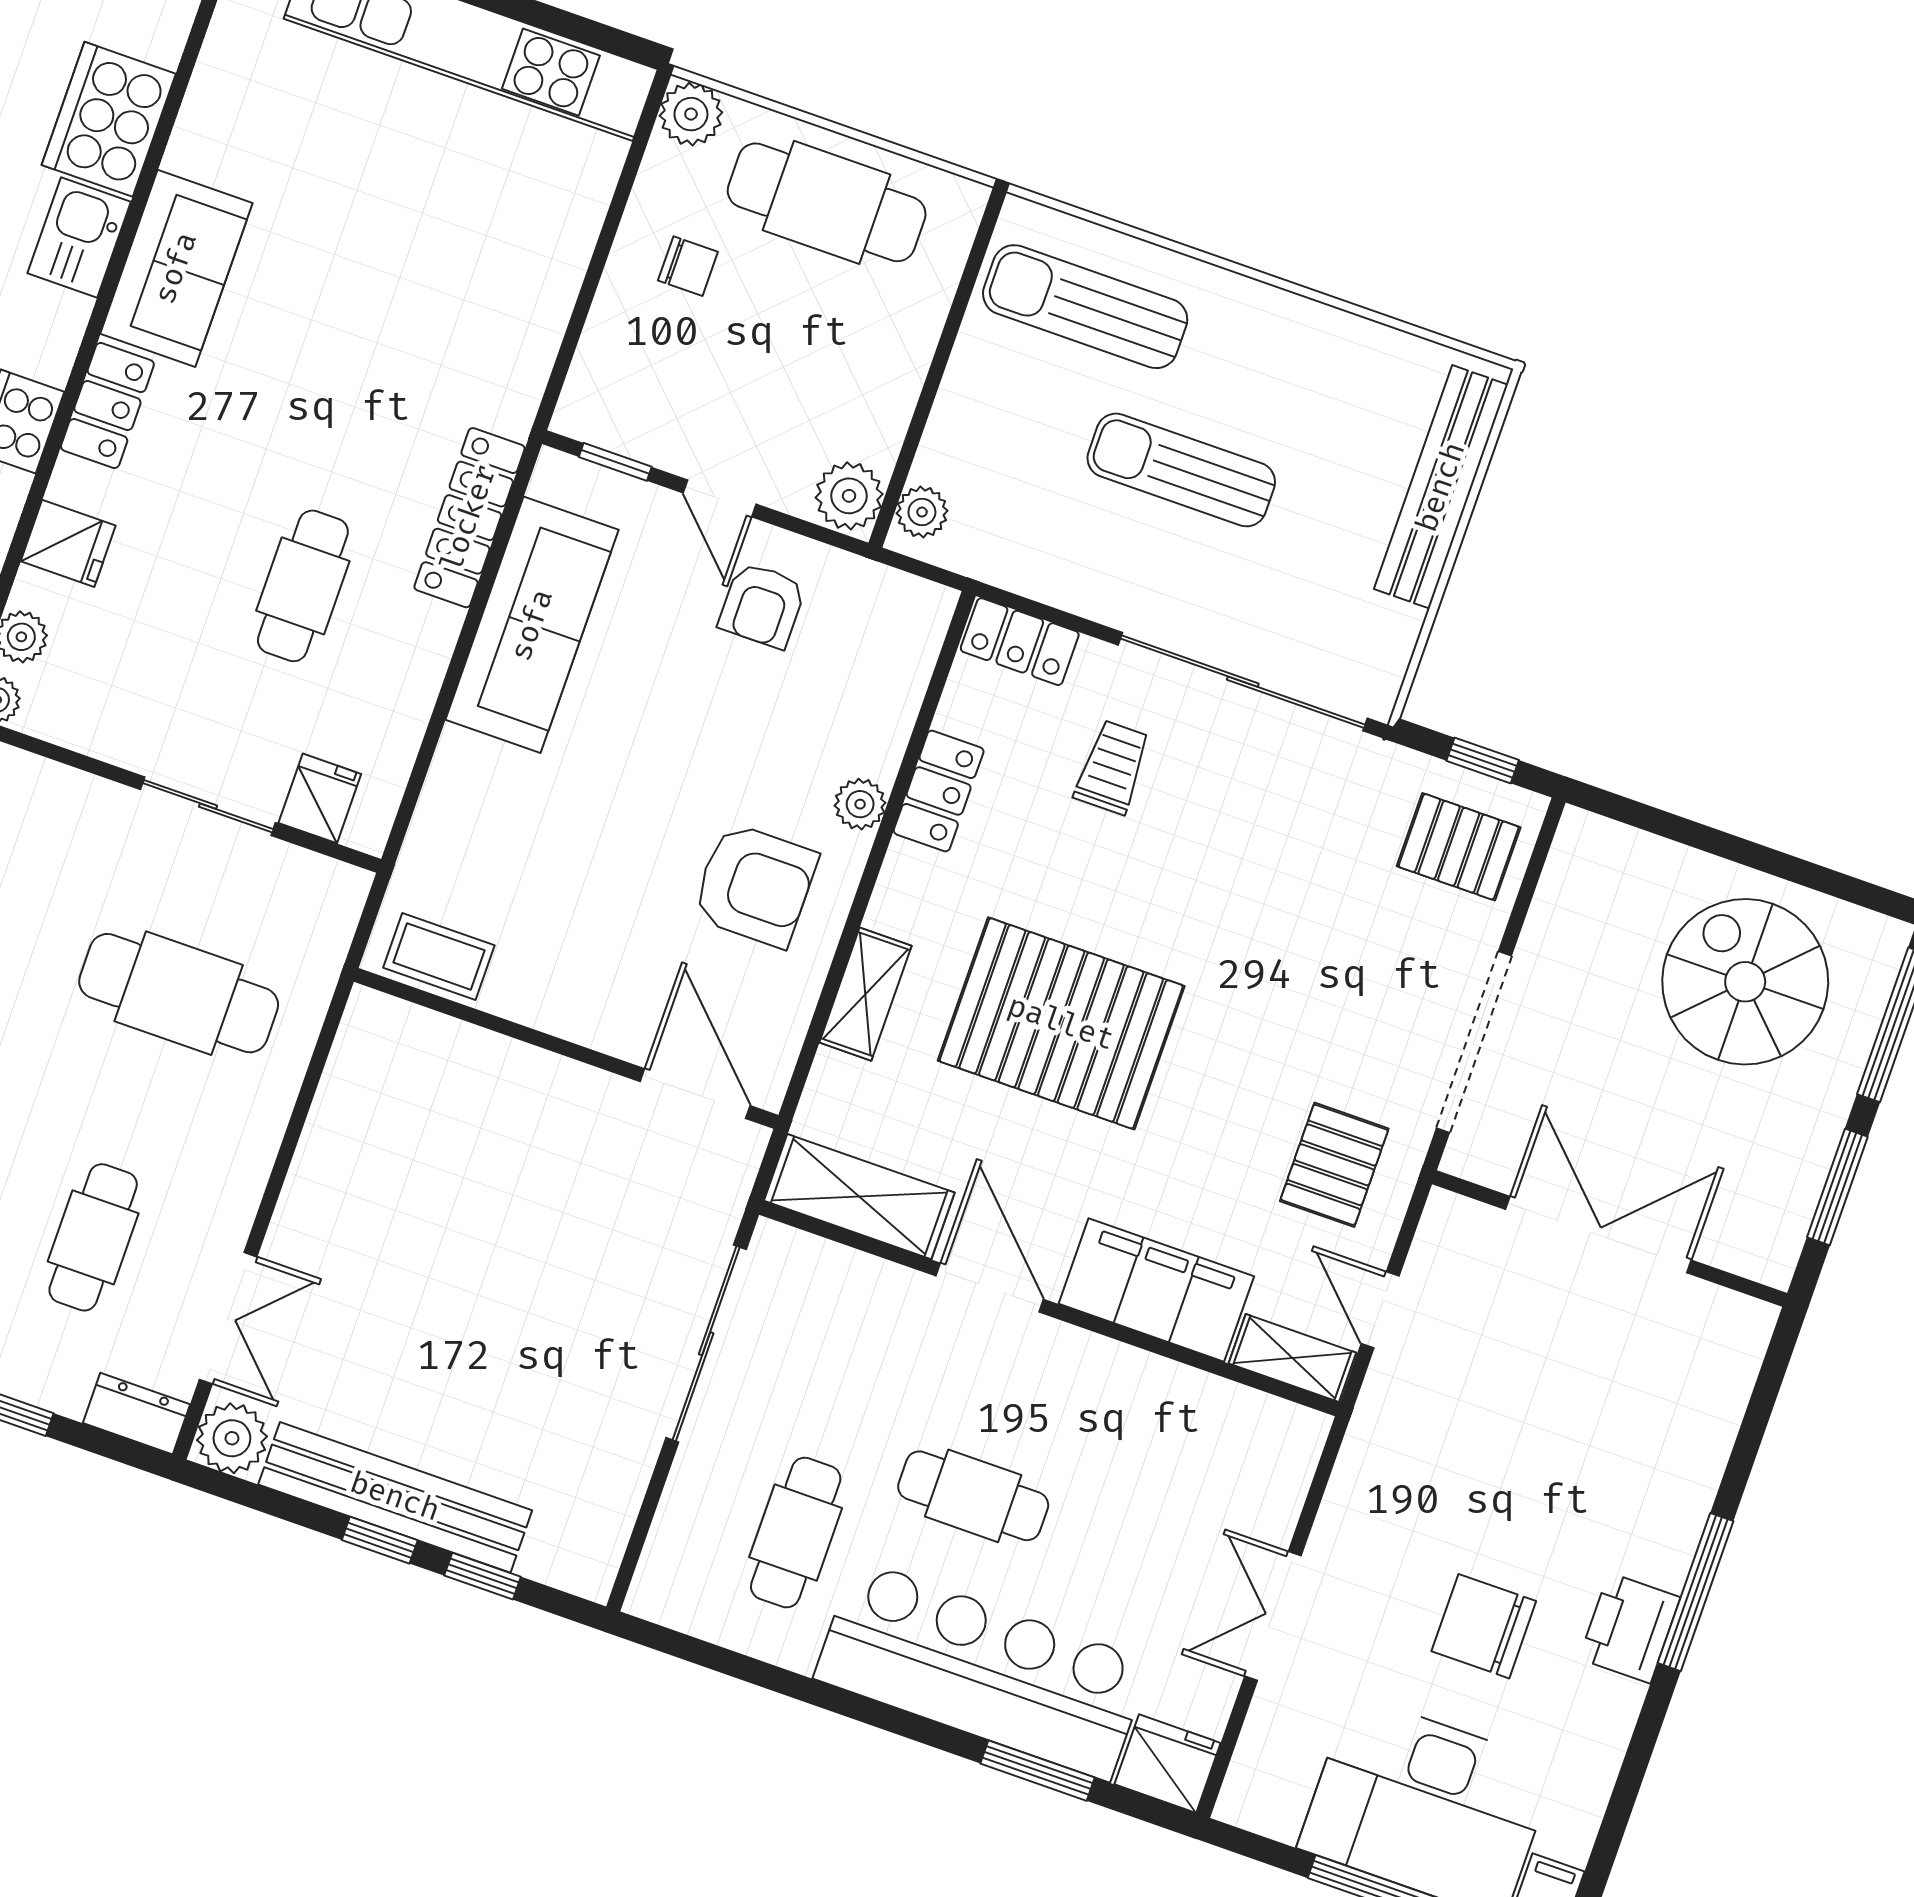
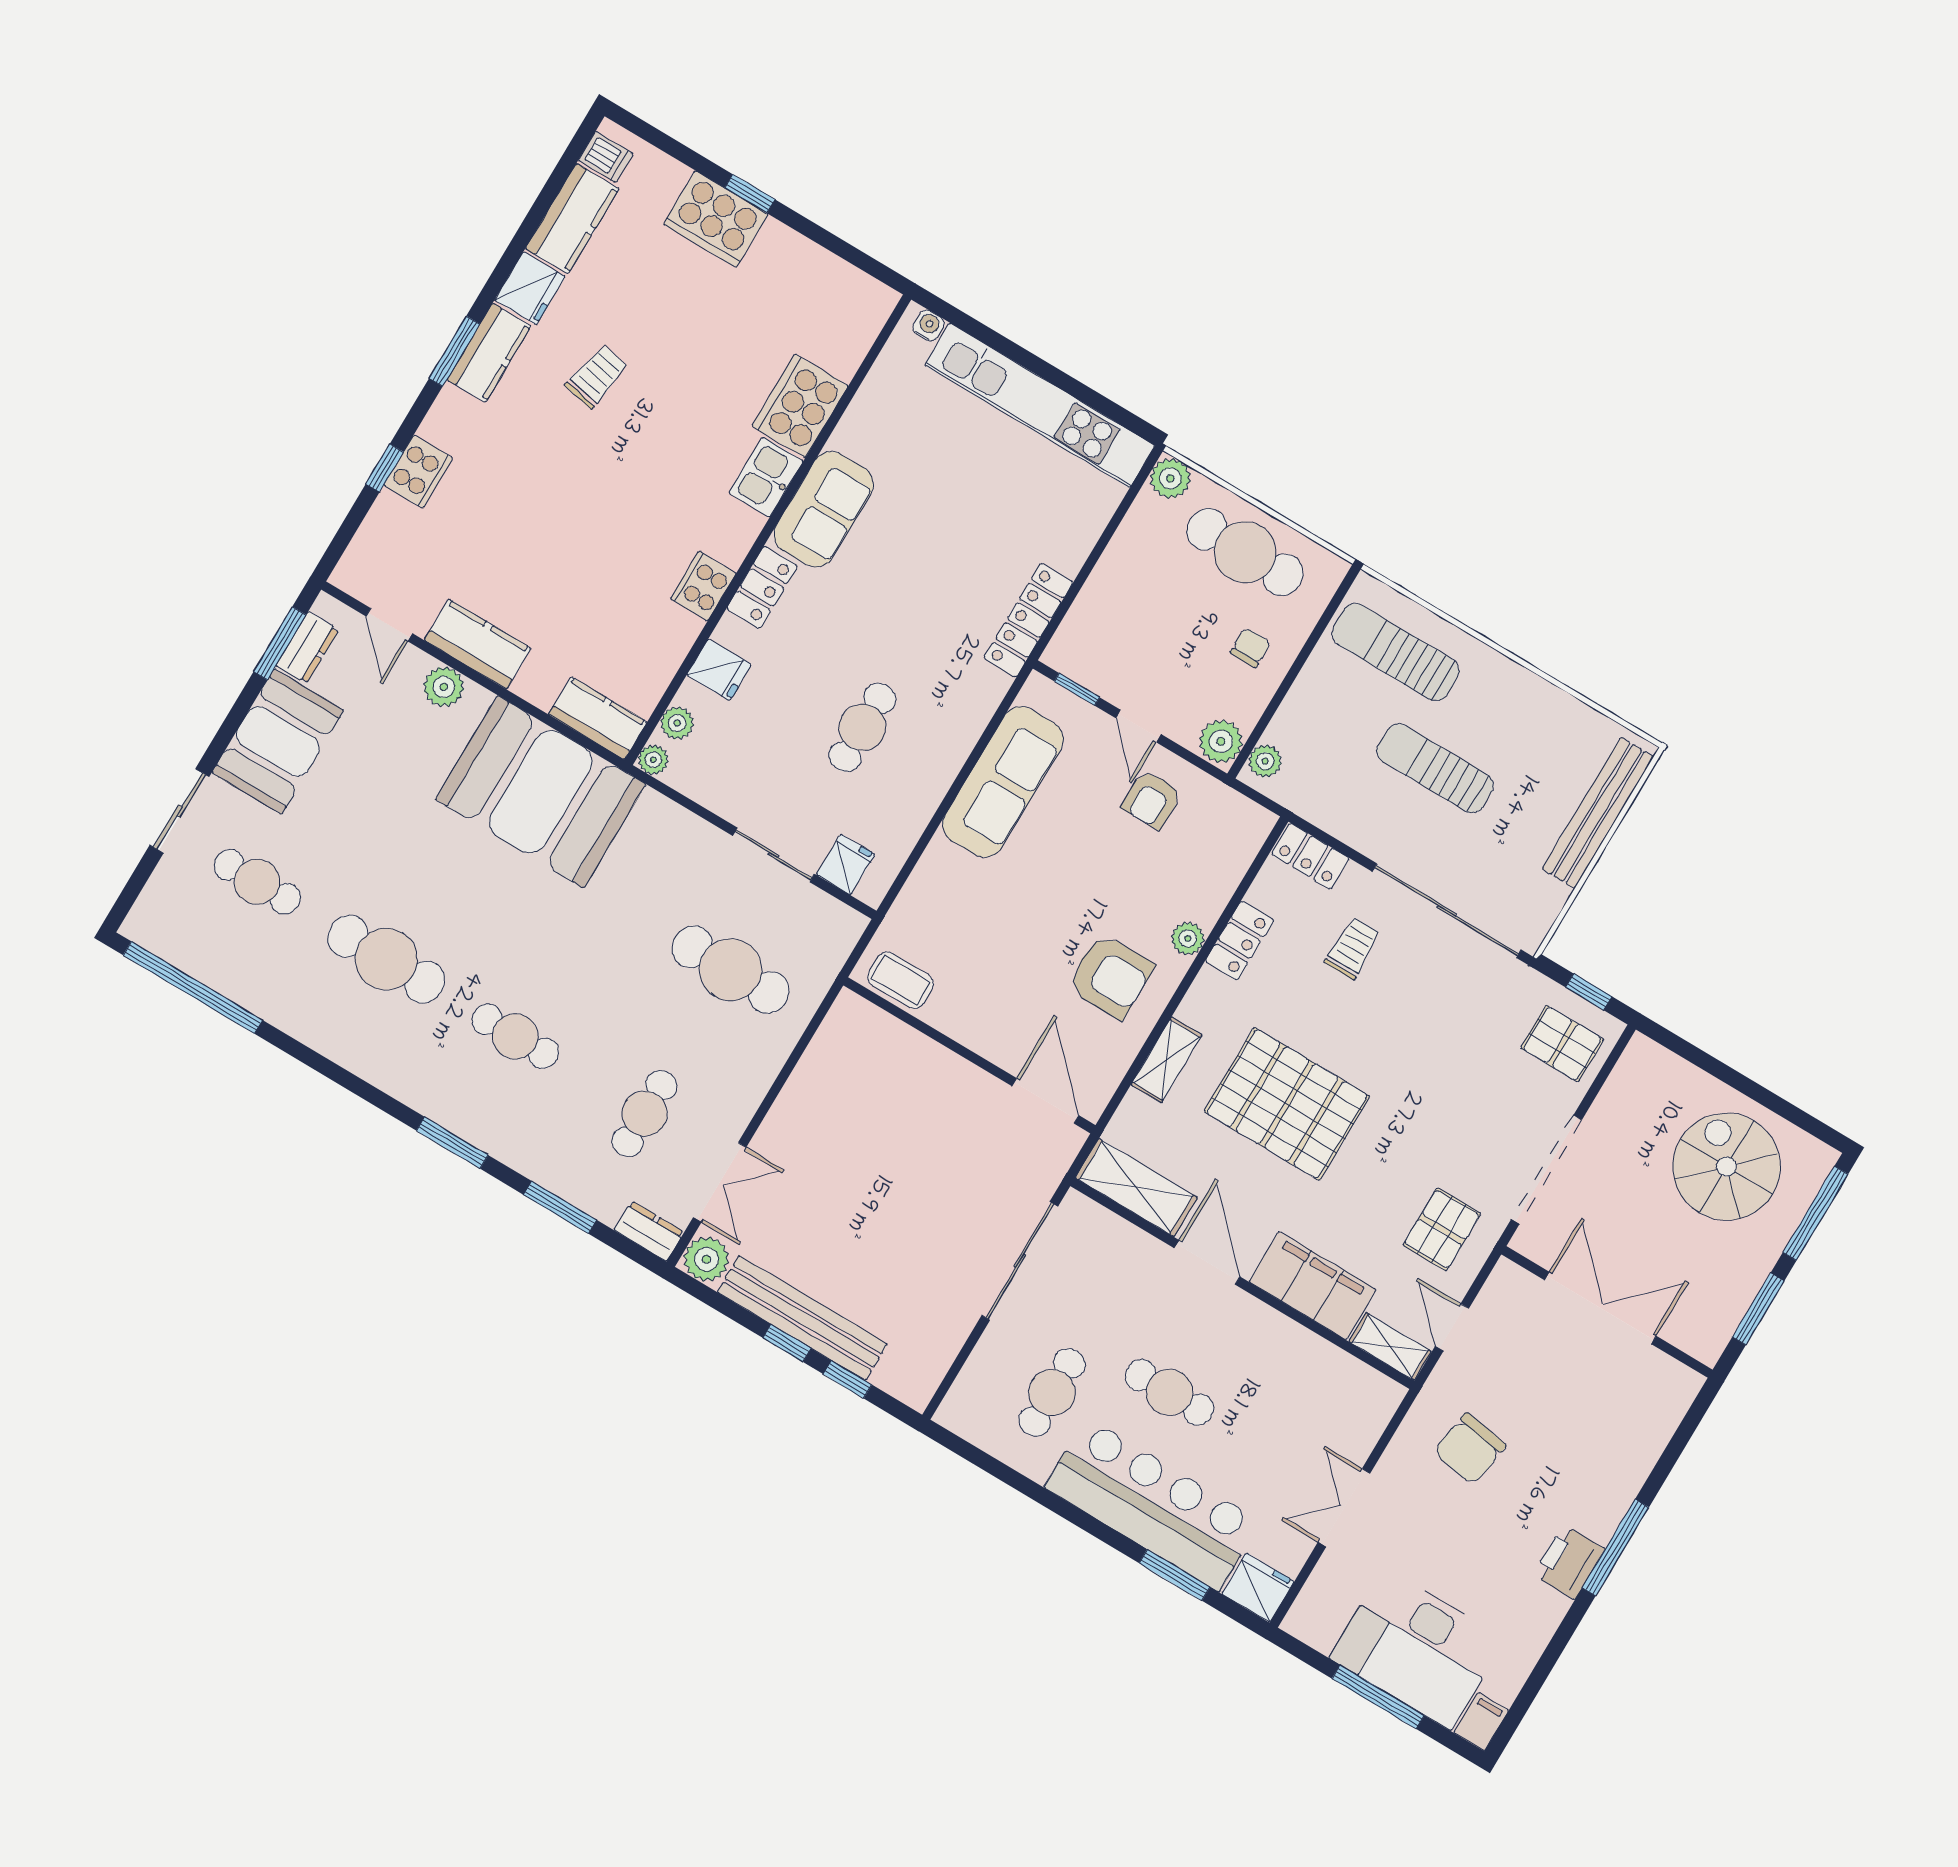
chair: (688, 266) -> (1250, 648), moved, turned -90
locker: (469, 518) -> (1028, 620), moved
chair: (1484, 1626) -> (1470, 1449), moved, turned -81

